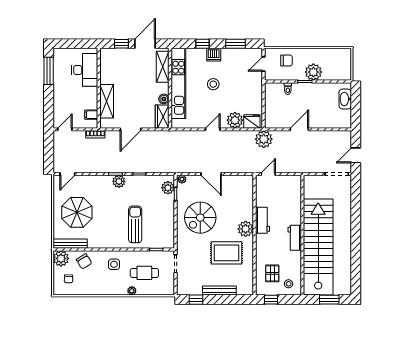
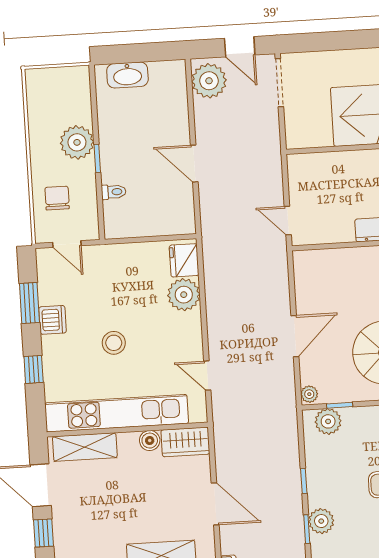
dishwasher: (214, 55) -> (53, 320), moved
door: (213, 129) -> (207, 376), moved
plant: (264, 139) -> (209, 81), moved

